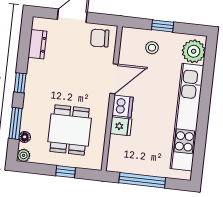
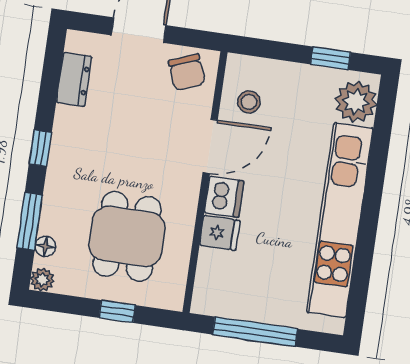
window: (163, 26) -> (331, 58), moved
chair: (100, 38) -> (187, 72), turned -109
stool: (152, 48) -> (249, 102), moved

